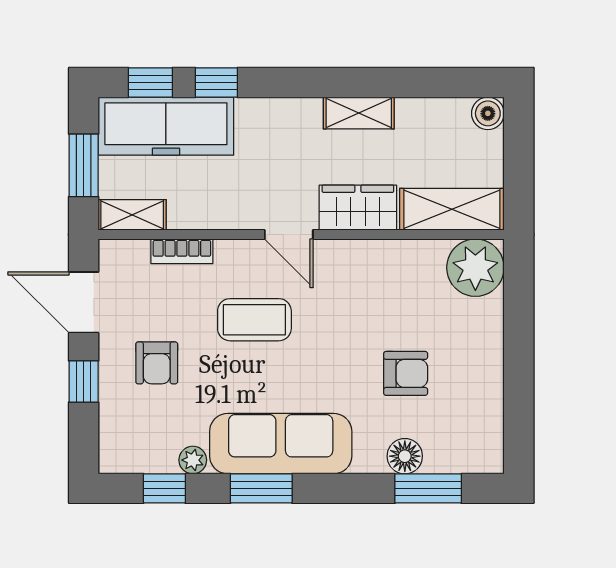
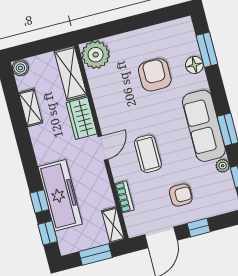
shelving: (359, 113) -> (31, 108), moved
freezer: (166, 126) -> (60, 195), moved
armchair: (406, 373) -> (155, 75), width x1.38, depth x1.38

